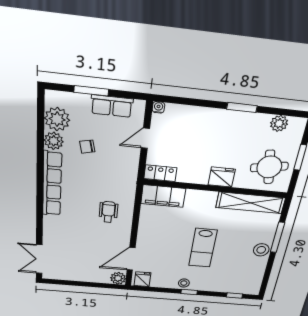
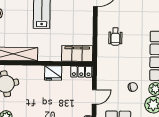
fridge: (222, 177) -> (53, 73), moved

